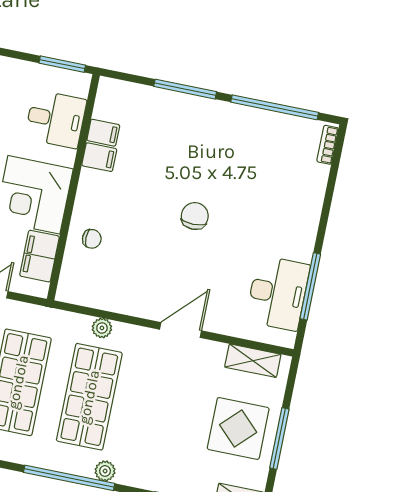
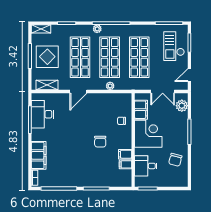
filing cabinet: (307, 196) -> (39, 155), added
chair: (195, 216) -> (100, 142), moved
shop shelf: (160, 411) -> (80, 57), added

